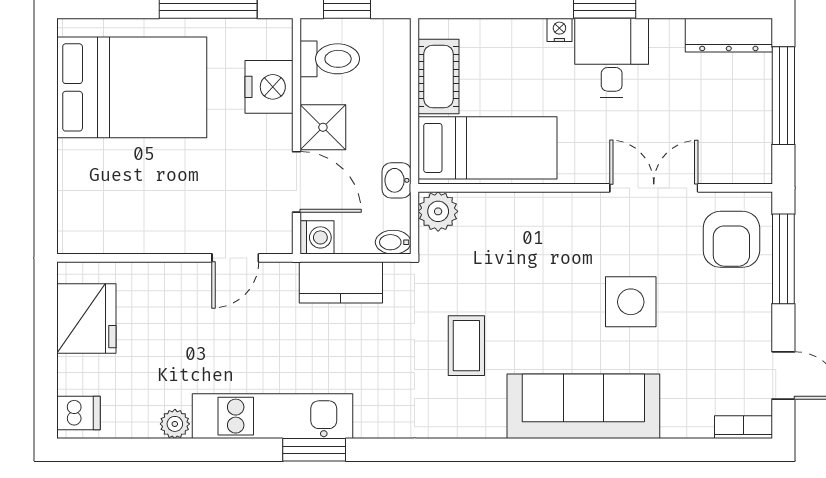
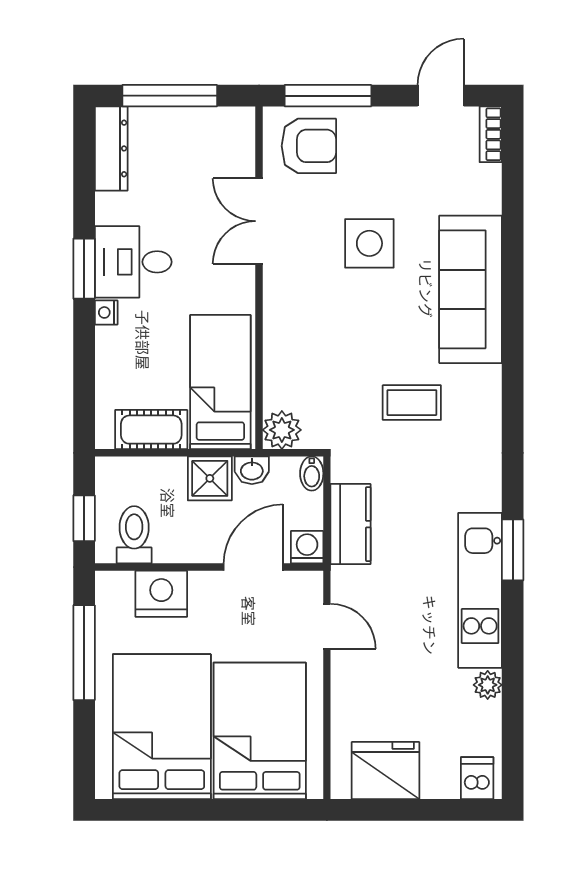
shower: (323, 127) -> (210, 478), moved
bed: (127, 189) -> (260, 731), added

